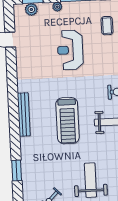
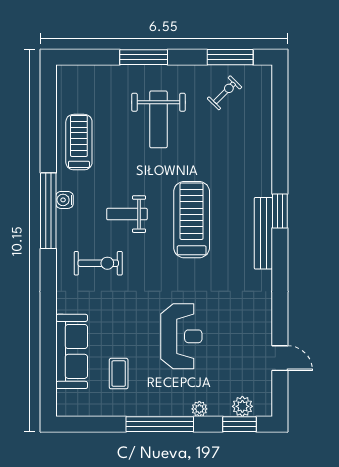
window: (17, 171) -> (280, 211), moved

